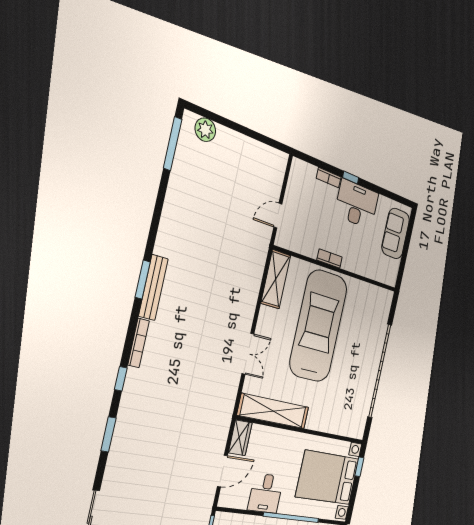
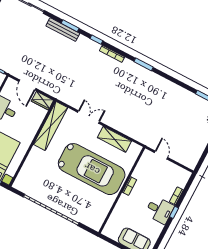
desk: (357, 204) -> (160, 210), width x0.73
shelving: (276, 279) -> (114, 139), moved
bench: (153, 287) -> (63, 30), moved
double door: (248, 354) -> (89, 117), swing flipped

